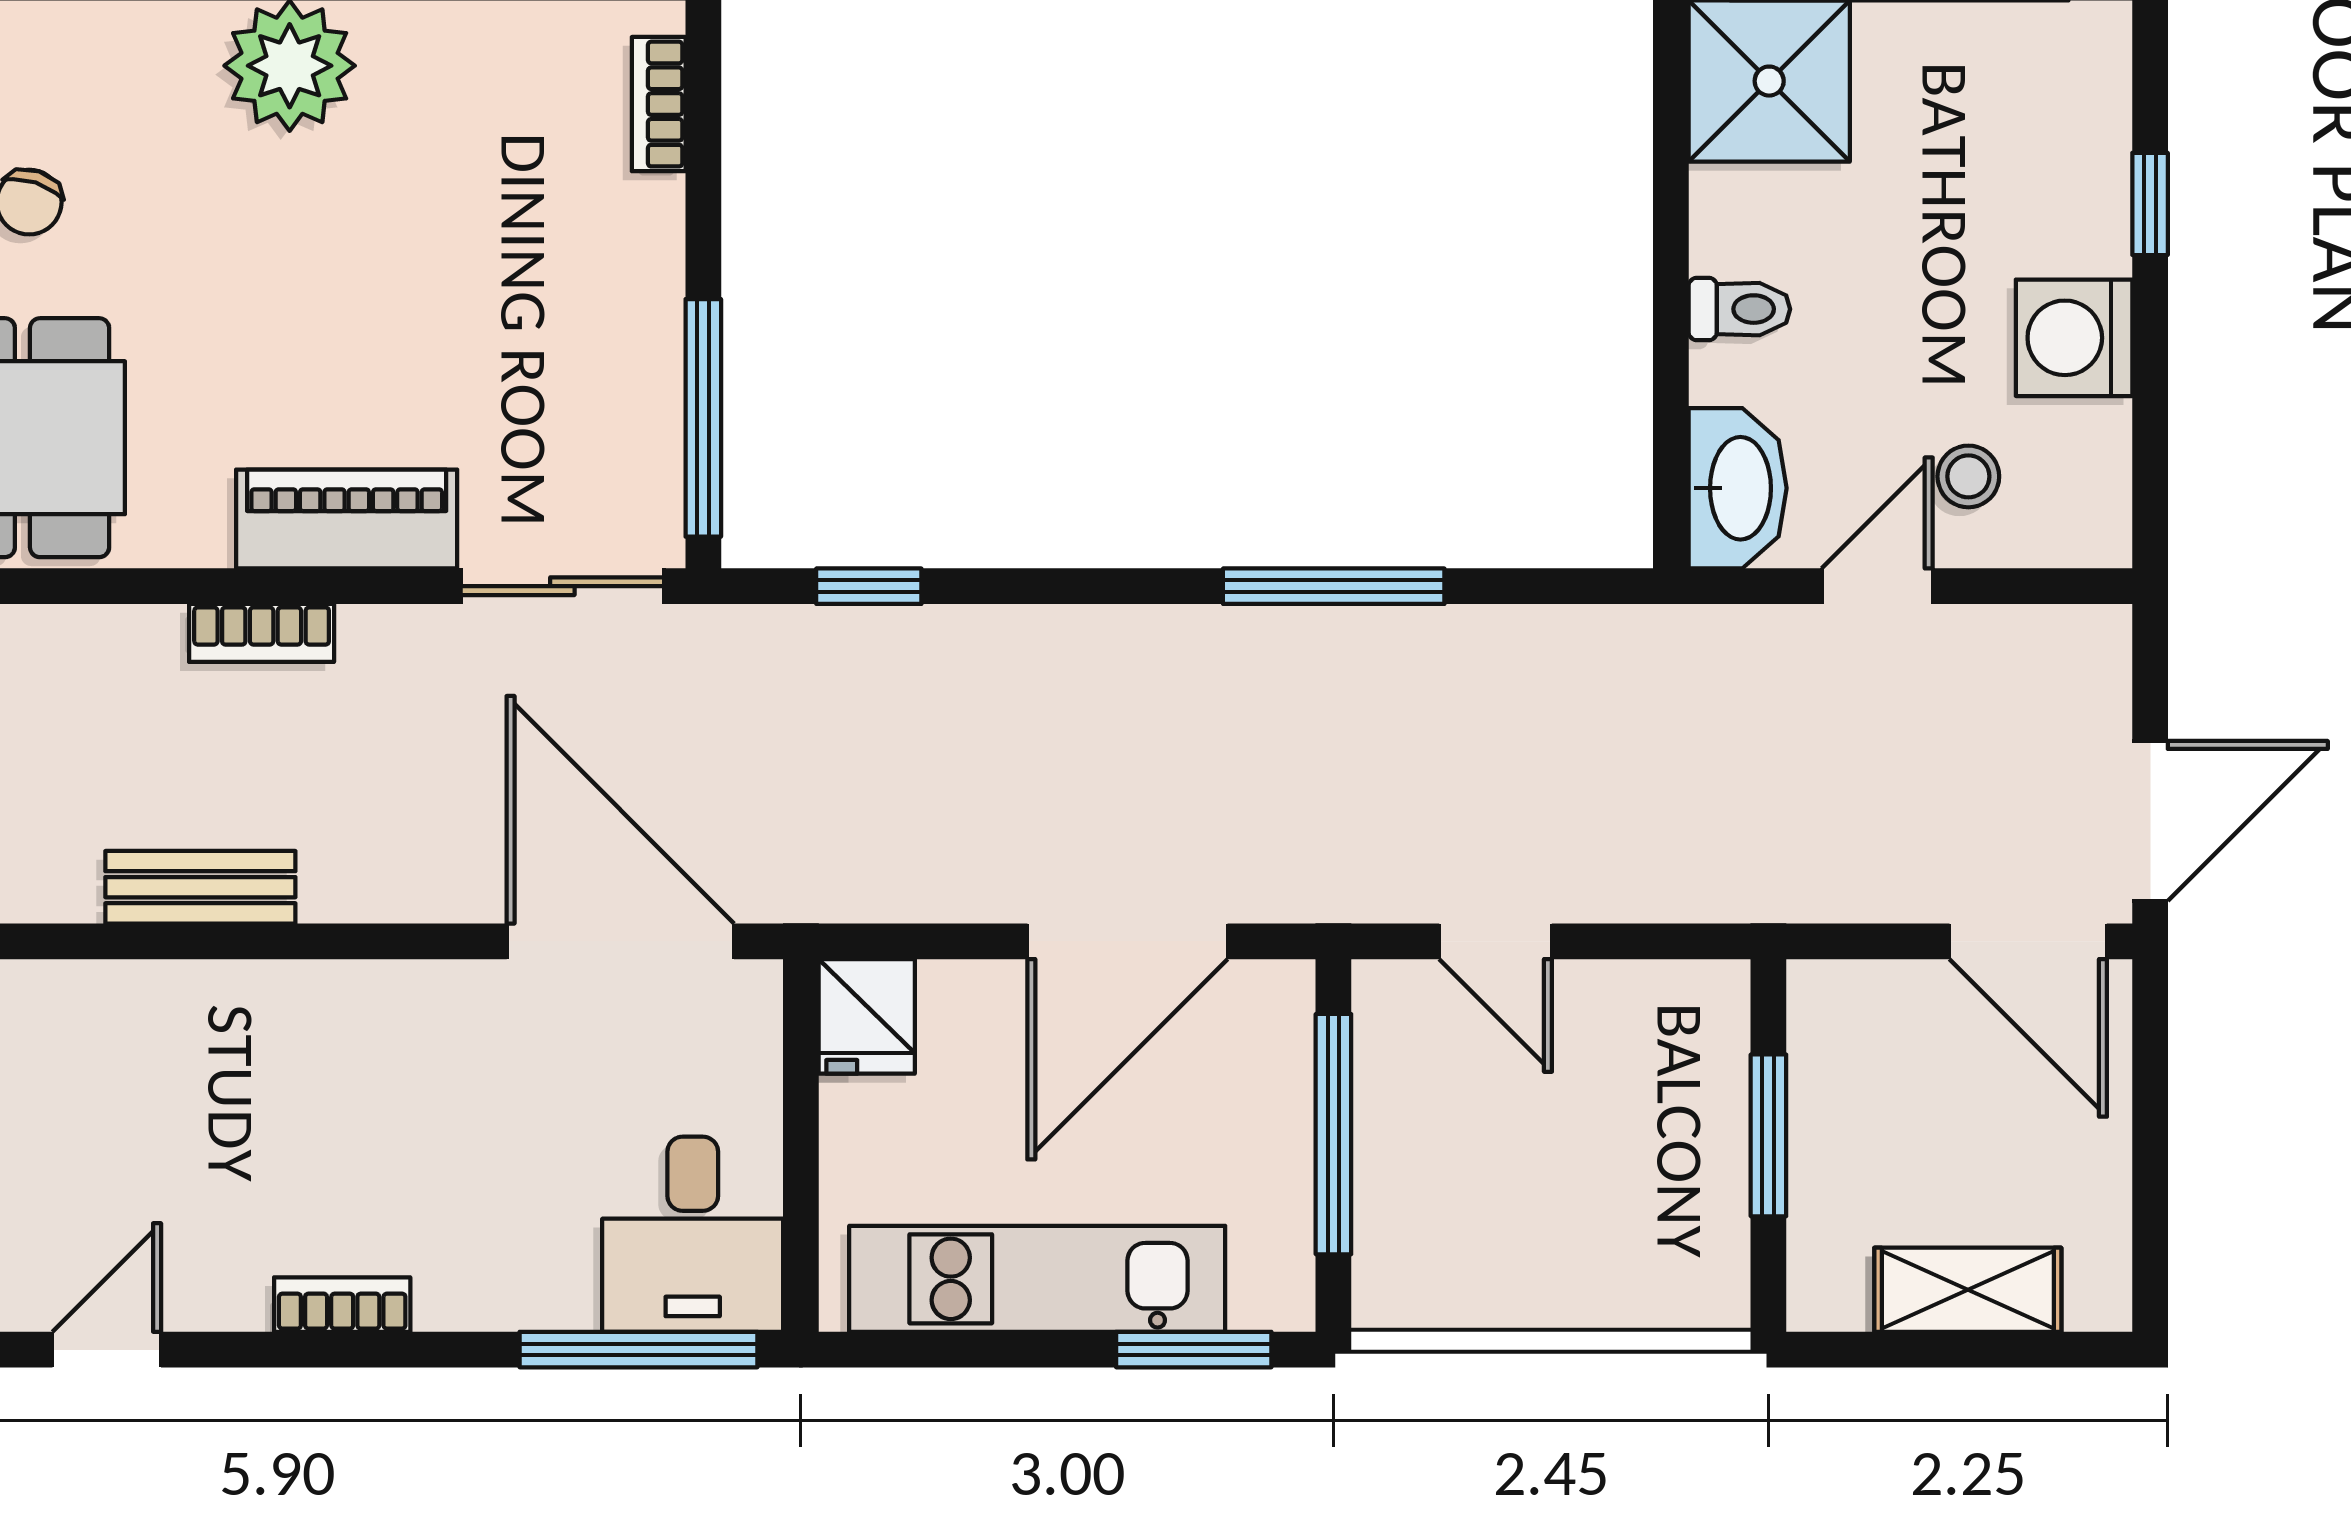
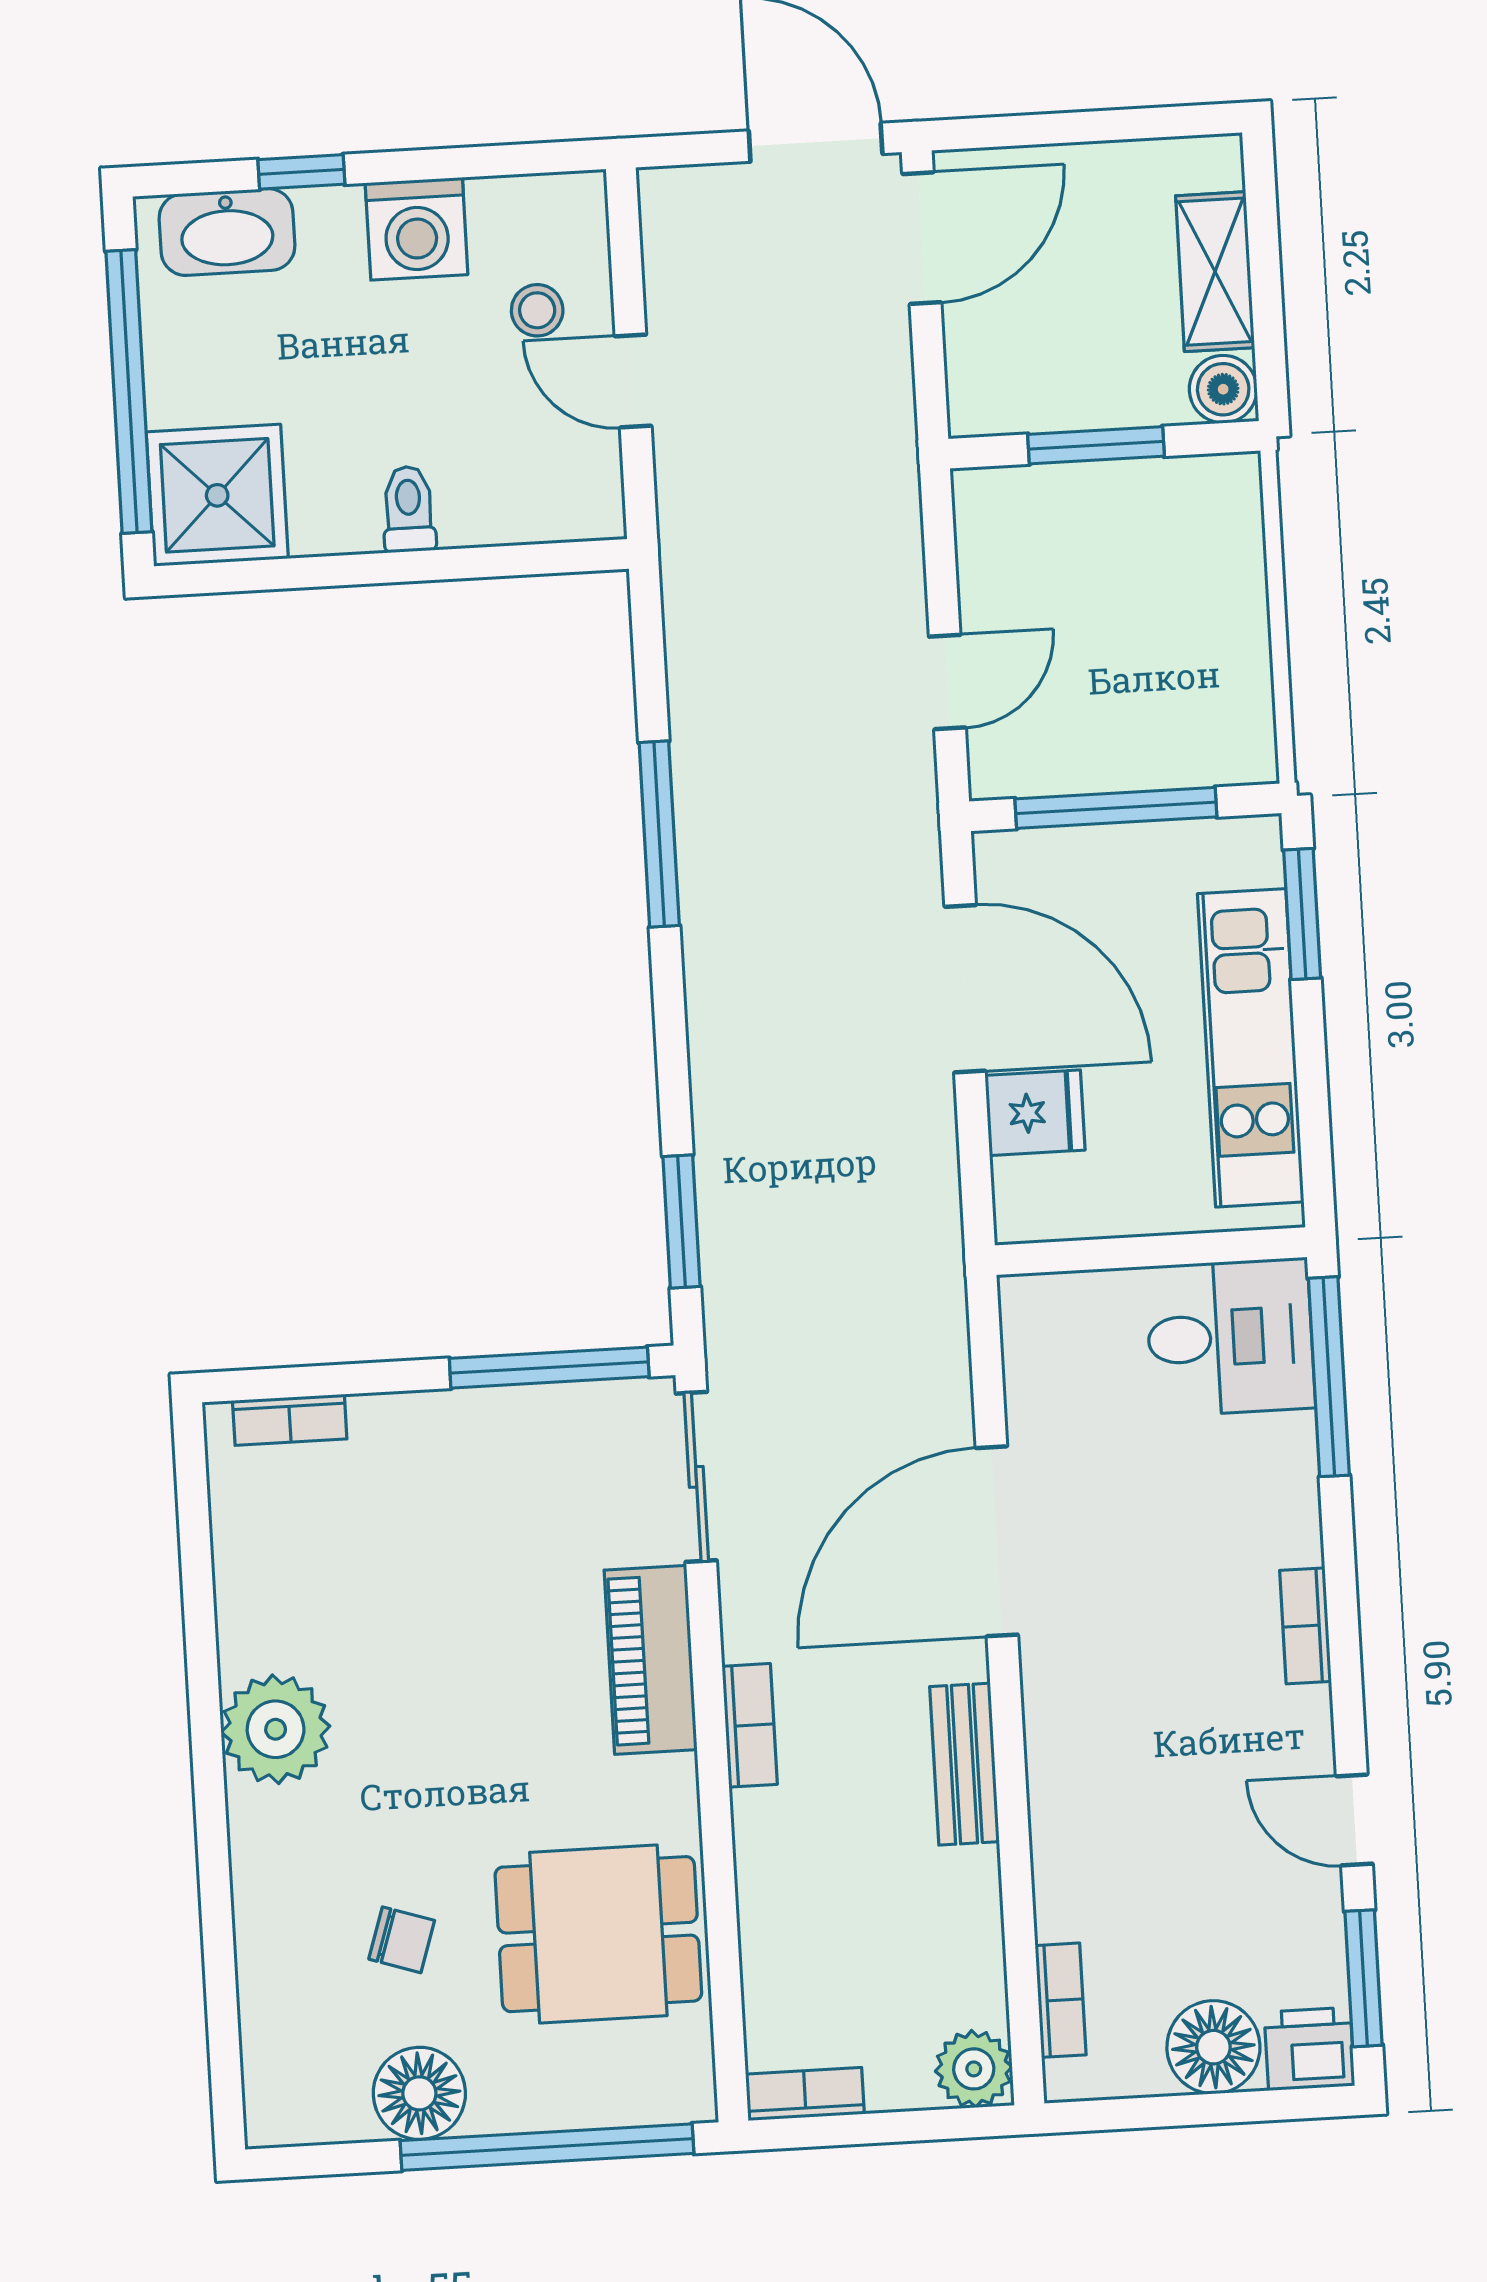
washbasin: (1738, 488) -> (227, 232), moved, turned 180
window: (869, 586) -> (682, 1221), width x1.50
door: (620, 941) -> (997, 1541), moved
fridge: (867, 1016) -> (1035, 1113), moved
boiler: (1827, 1291) -> (1223, 389), added

